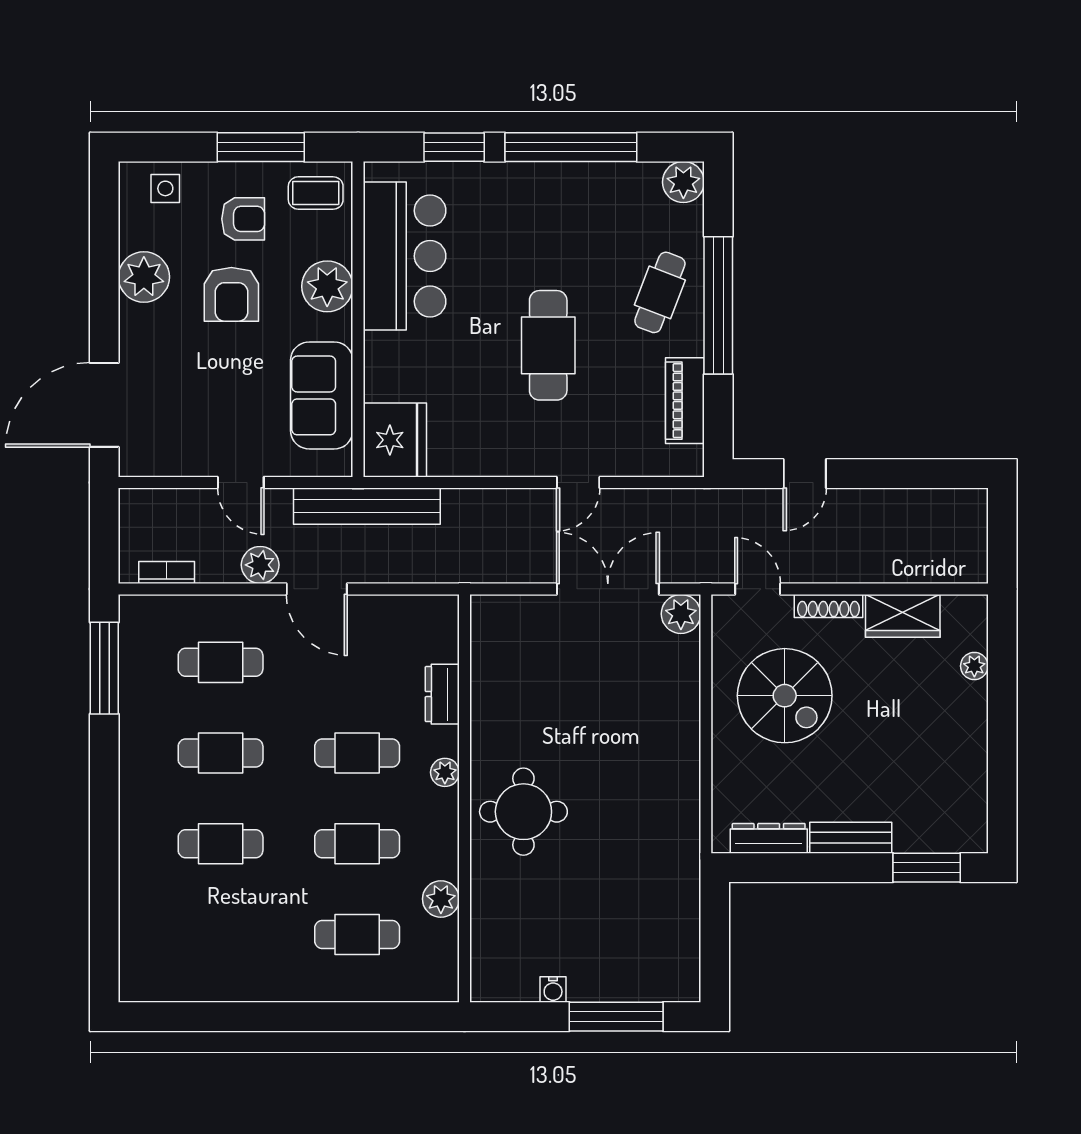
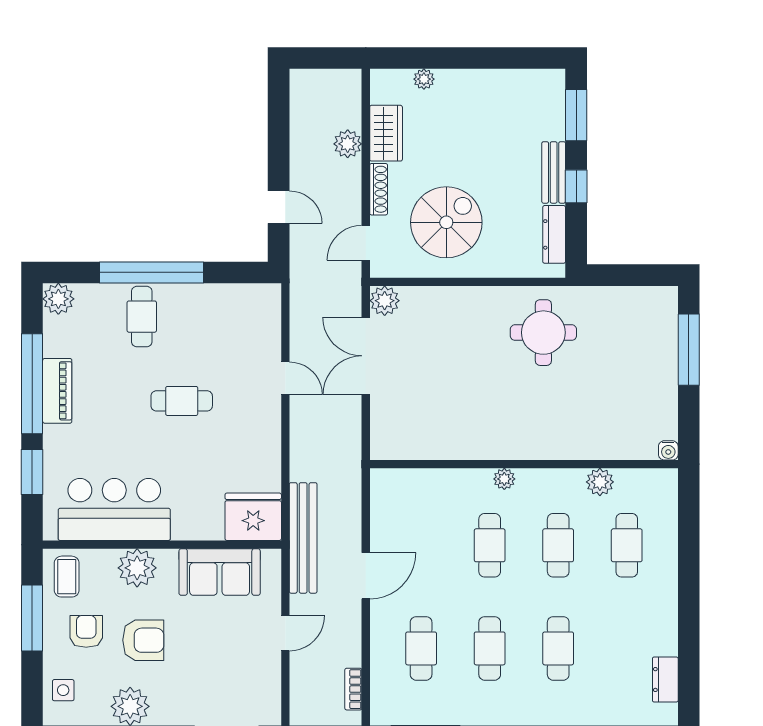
cafe table: (660, 292) -> (142, 317), turned 69
cafe table: (548, 345) -> (182, 401), width x0.73, depth x0.74
piano: (685, 401) -> (57, 391), moved, turned -90
plant: (260, 565) -> (348, 144), moved
dresser: (442, 694) -> (665, 680), moved, turned 90
round table: (523, 812) -> (543, 333), moved
window: (832, 868) -> (576, 186), added
water cooler: (553, 990) -> (668, 450), moved, turned 90

